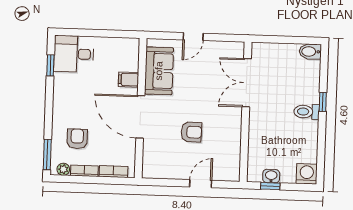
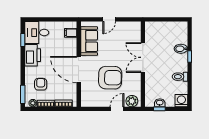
bidet: (310, 52) -> (181, 49), moved
filing cabinet: (128, 80) -> (71, 33), moved
double door: (247, 83) -> (143, 57), moved
printer: (66, 91) -> (33, 55), added
toilet: (307, 112) -> (180, 77), moved
armchair: (191, 132) -> (110, 78), width x1.88, depth x1.88
plant: (226, 172) -> (132, 101), added

